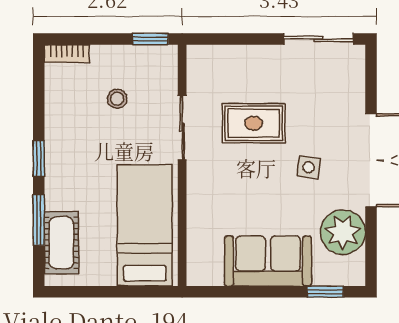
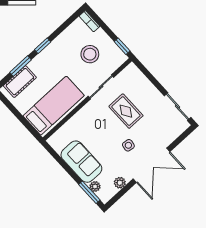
stool: (117, 99) -> (90, 54), width x1.89, depth x1.89
plant: (343, 232) -> (120, 183), width x0.53, depth x0.53
plant: (325, 275) -> (95, 187), added
window: (325, 292) -> (89, 192), width x1.50

